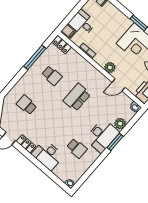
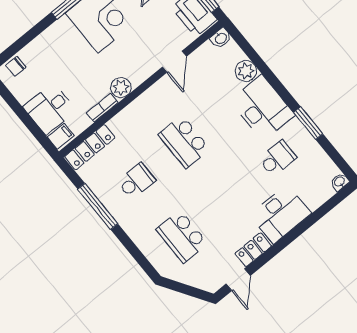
locker: (62, 45) -> (90, 147), width x1.53
plant: (110, 67) -> (121, 88), moved
school desk: (27, 105) -> (182, 236), width x1.85
window: (115, 142) -> (308, 123), moved

